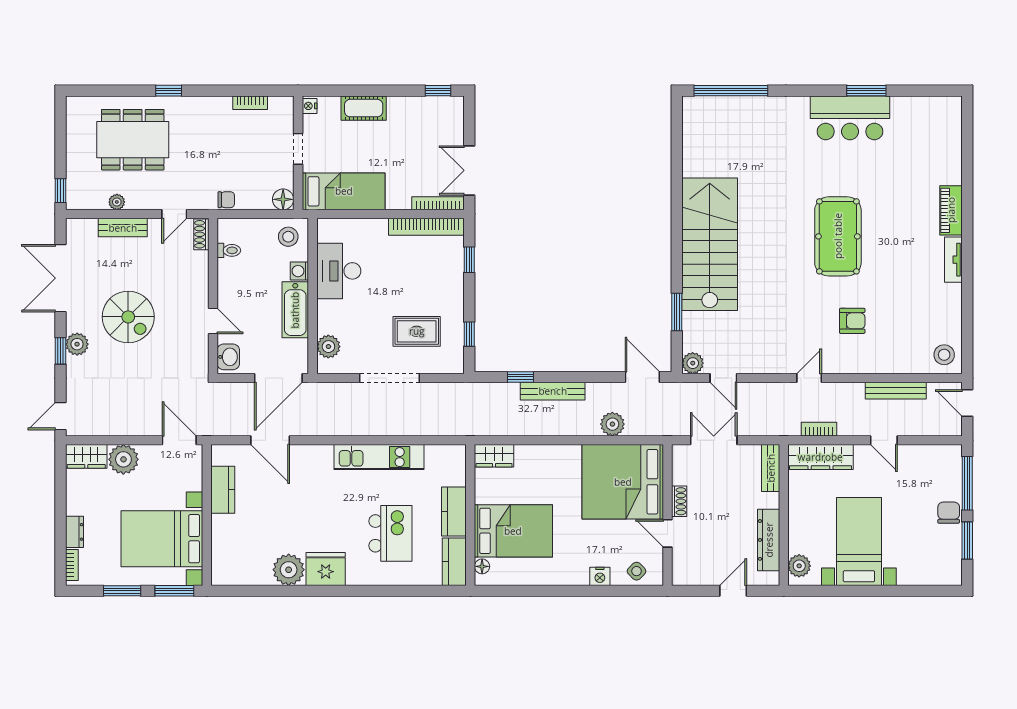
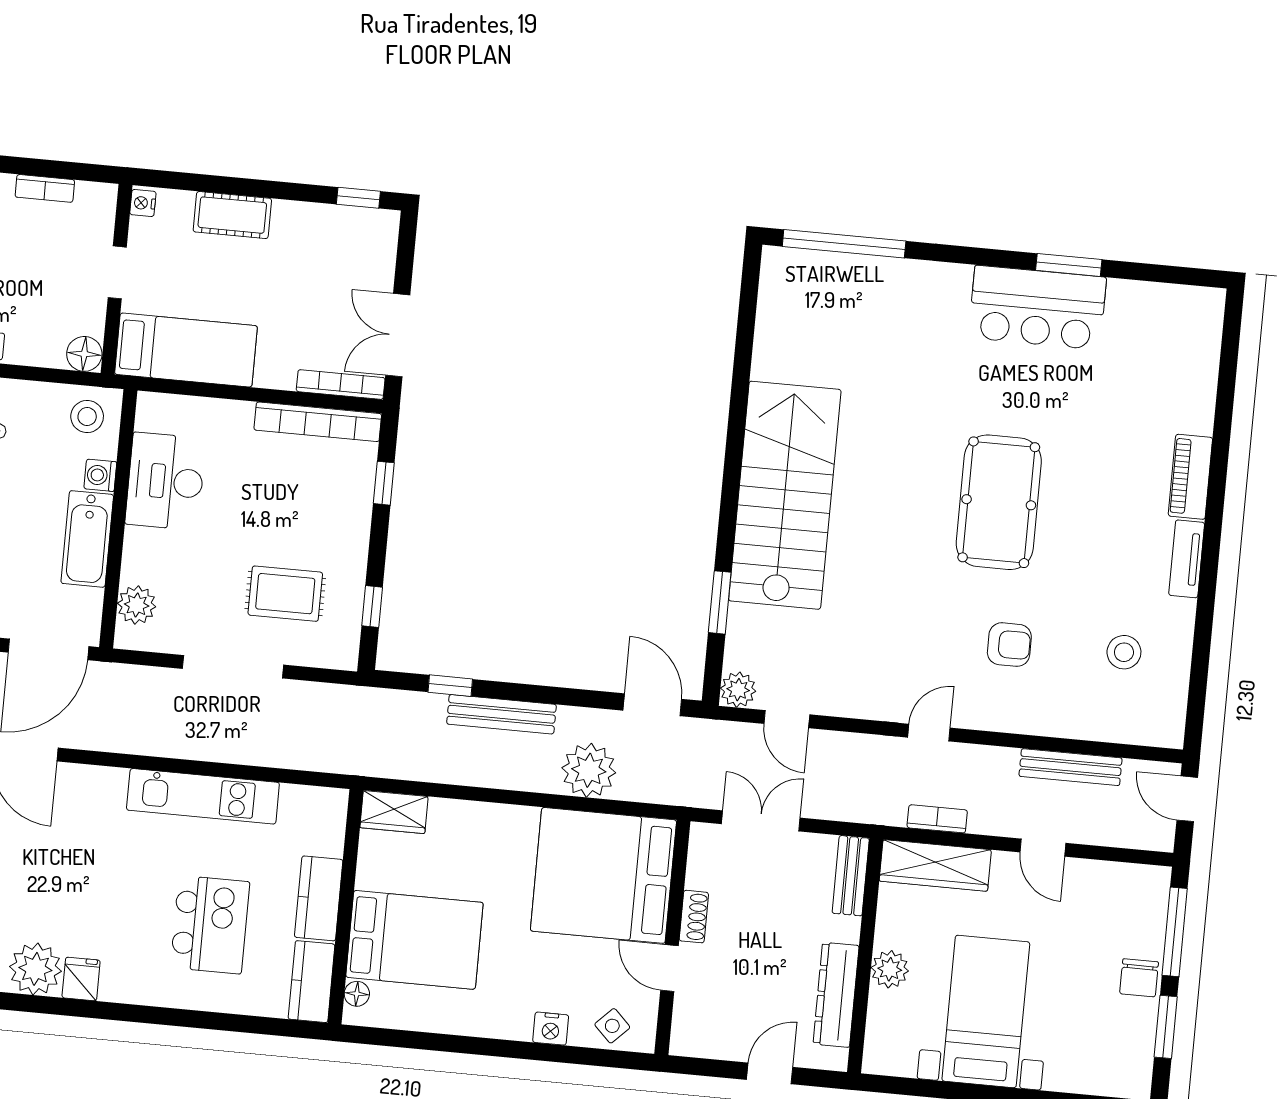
stool: (944, 355) -> (1124, 652), moved
plant: (612, 424) -> (589, 770), width x1.36, depth x1.36
chair: (949, 513) -> (1139, 978), turned 180
plant: (799, 566) -> (890, 969), moved
fridge: (326, 569) -> (81, 979), width x0.53, depth x0.75

